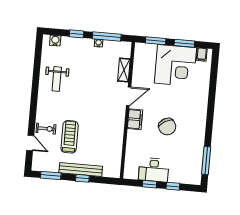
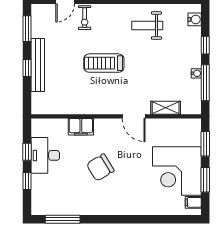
filing cabinet: (135, 119) -> (81, 127), moved
treadmill: (70, 137) -> (104, 63), moved, turned 180

